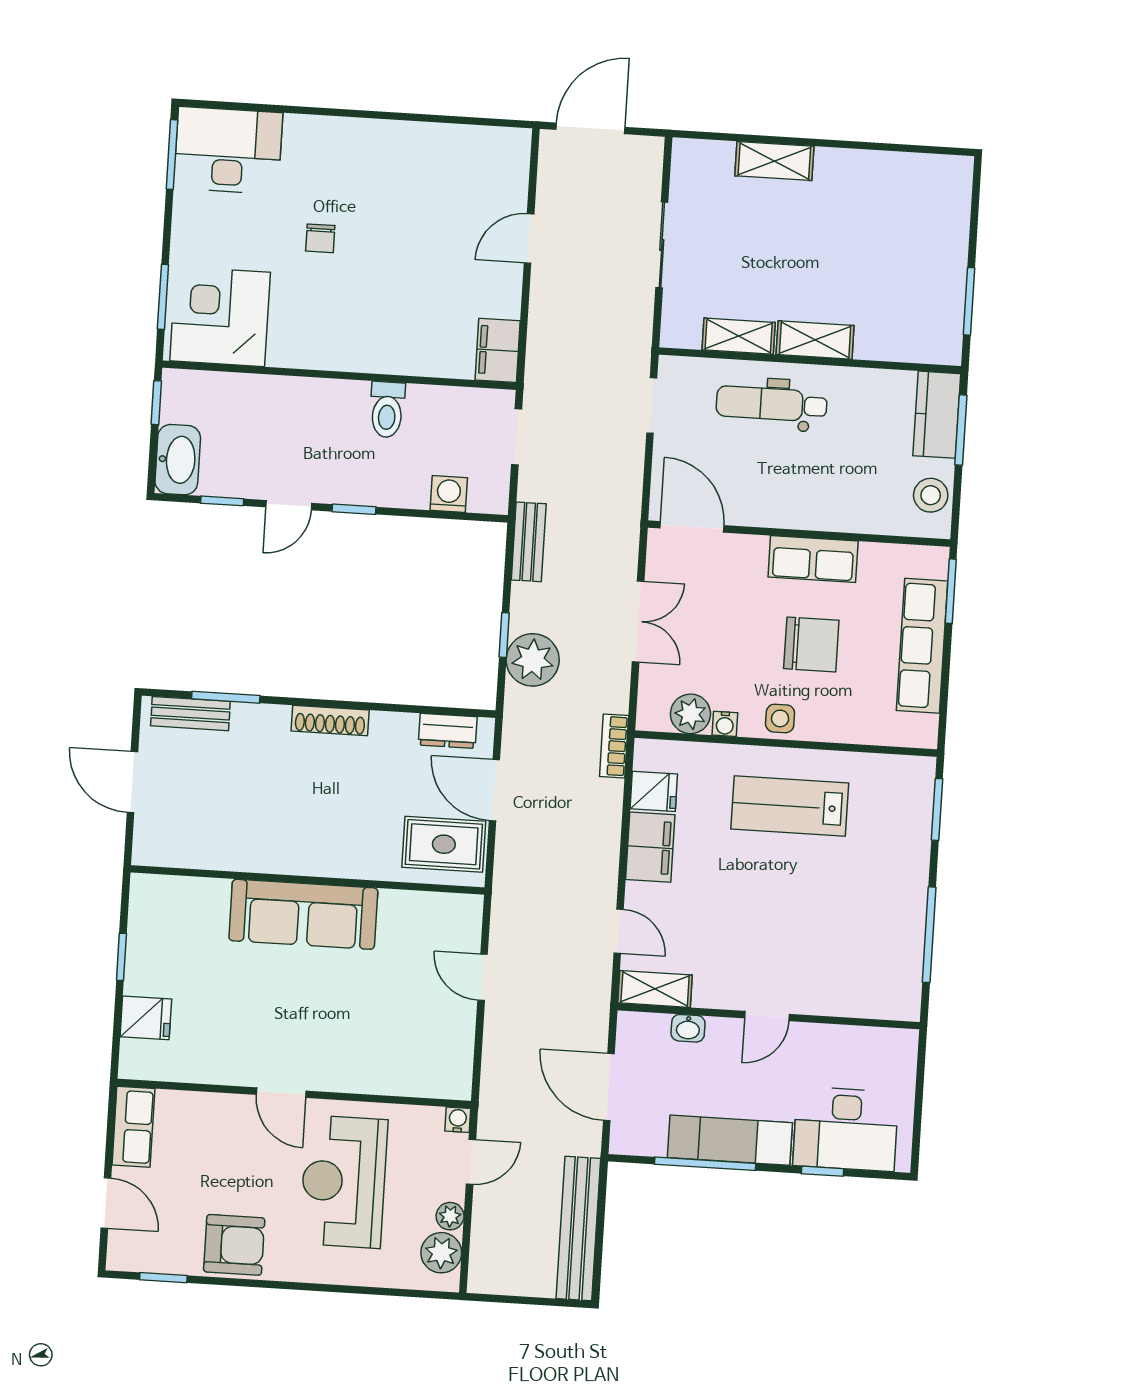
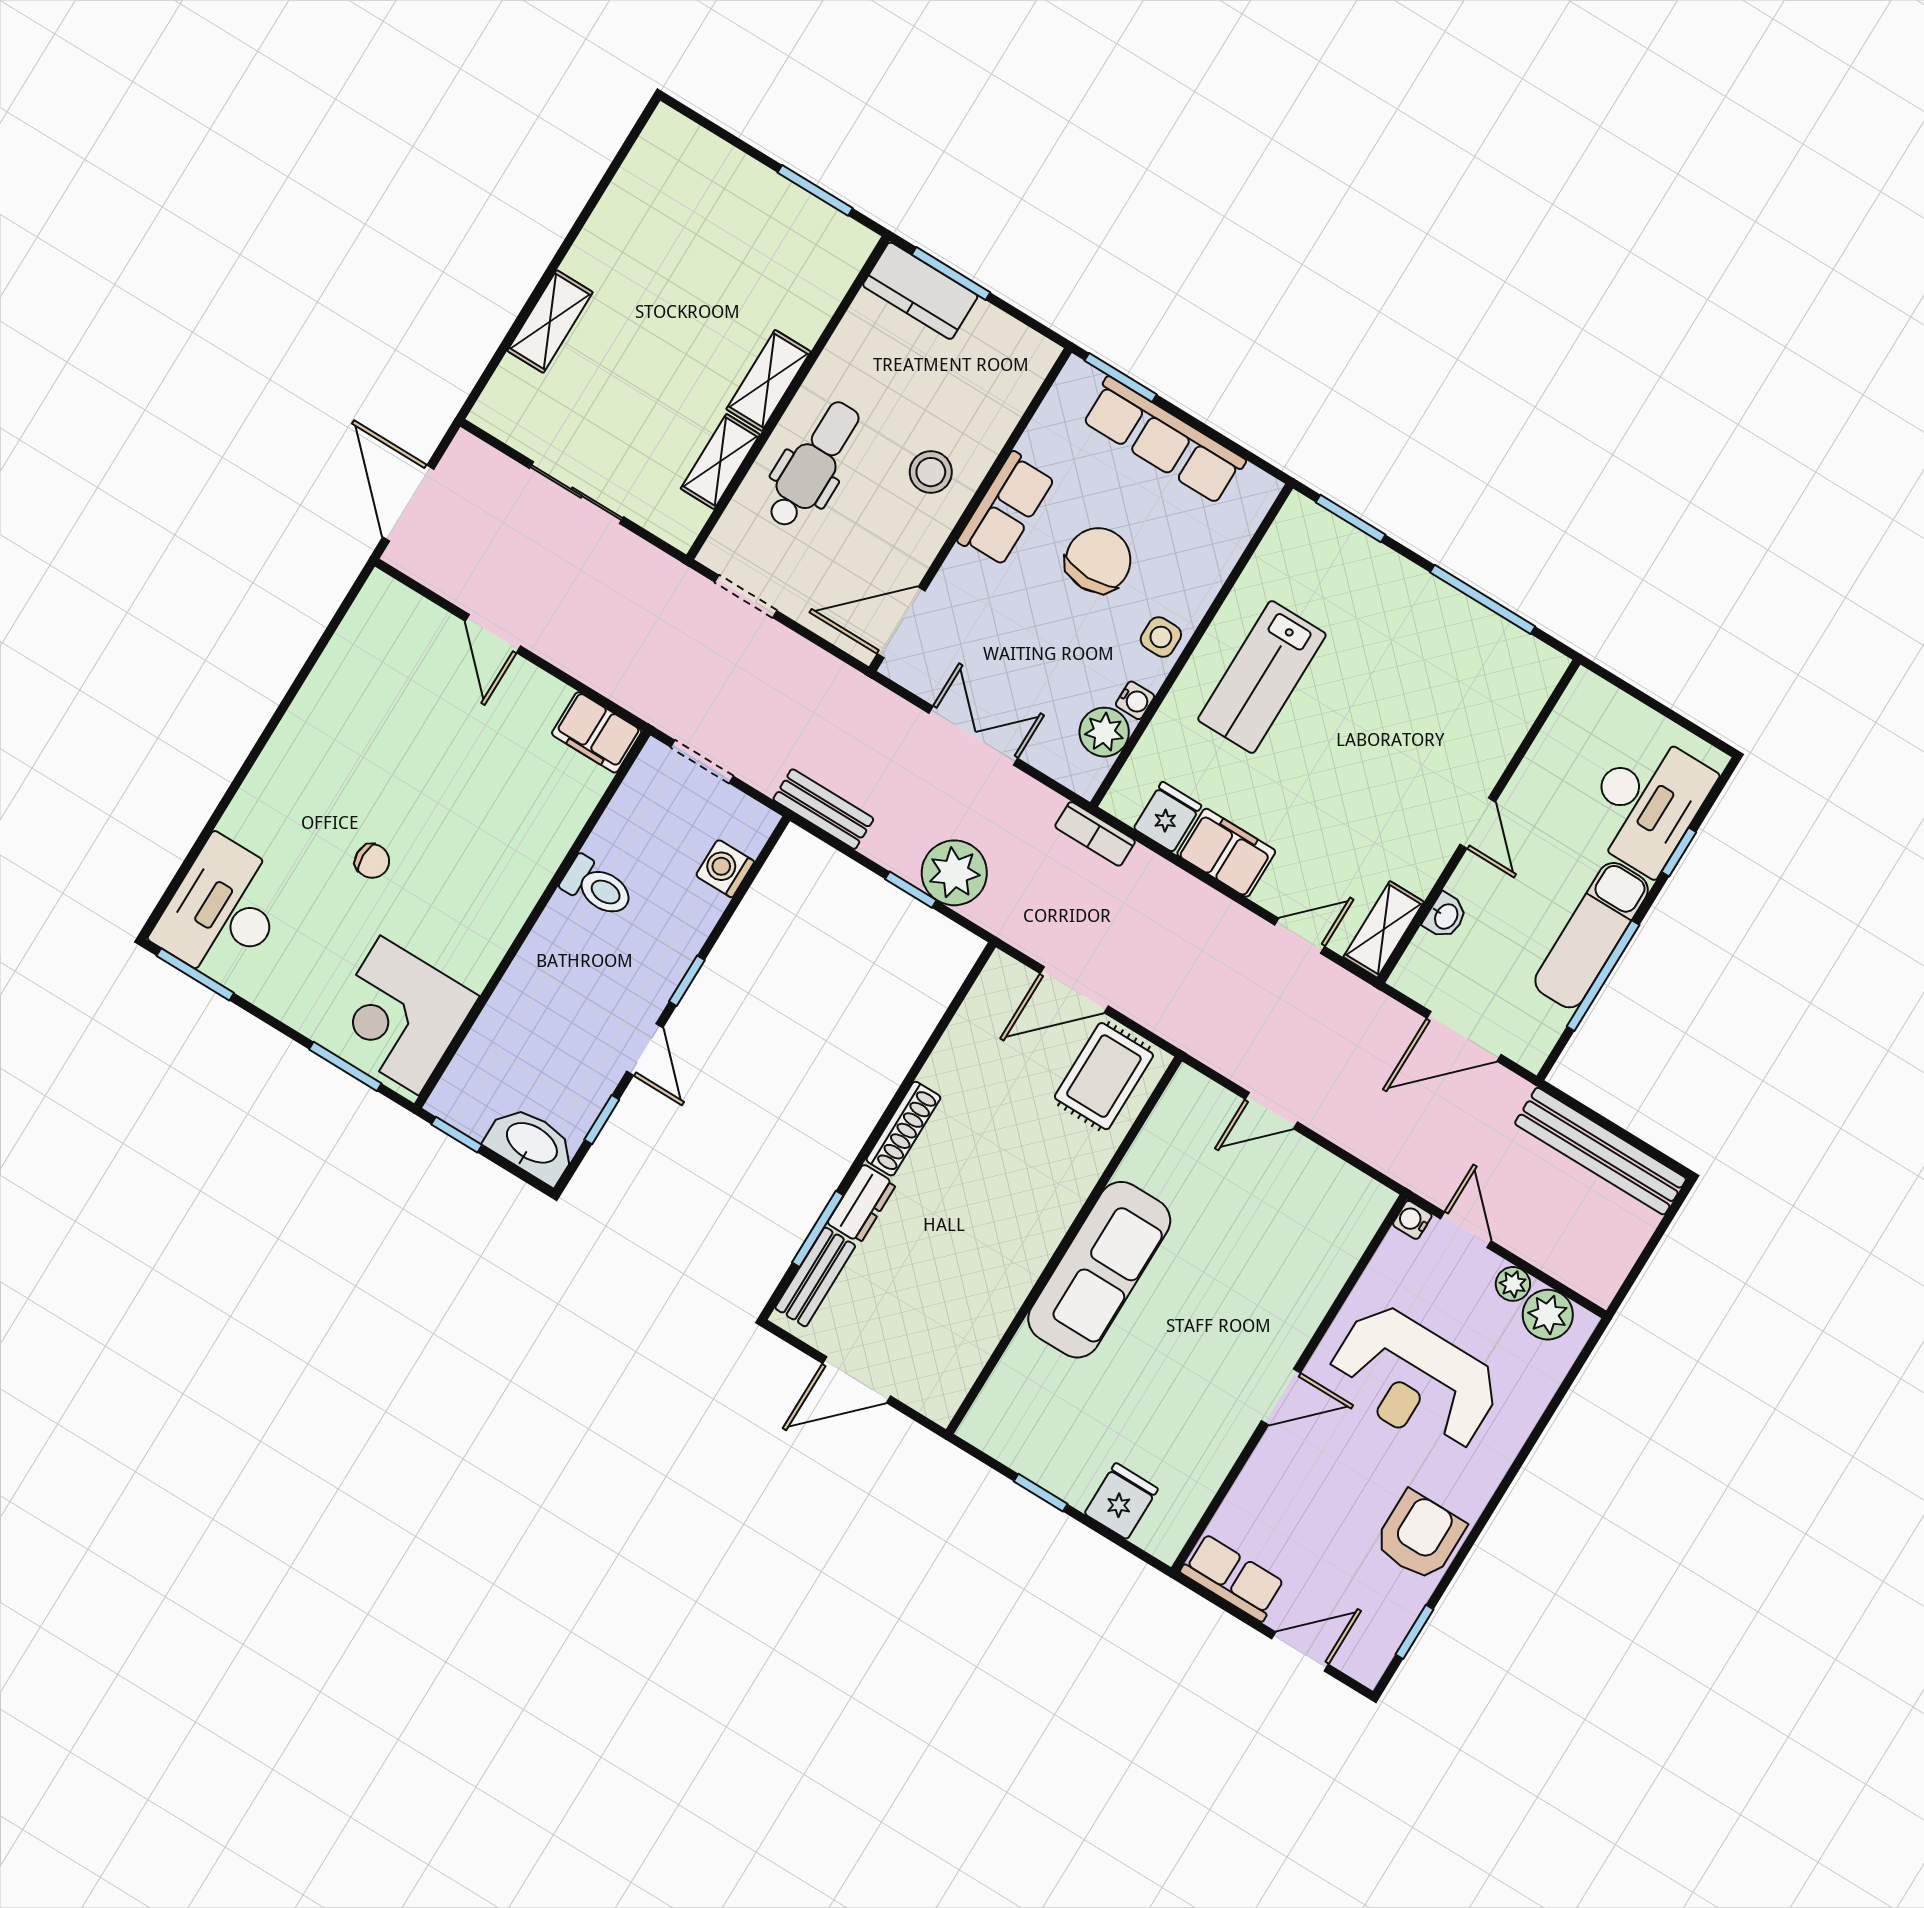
dental chair: (772, 404) -> (813, 465), turned 180
stool: (931, 495) -> (931, 472), moved
dresser: (448, 731) -> (862, 1204), moved

